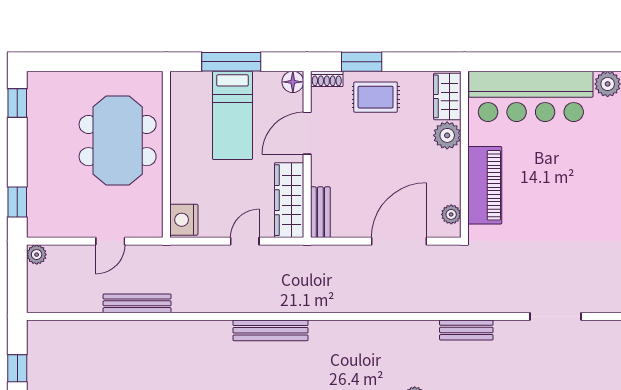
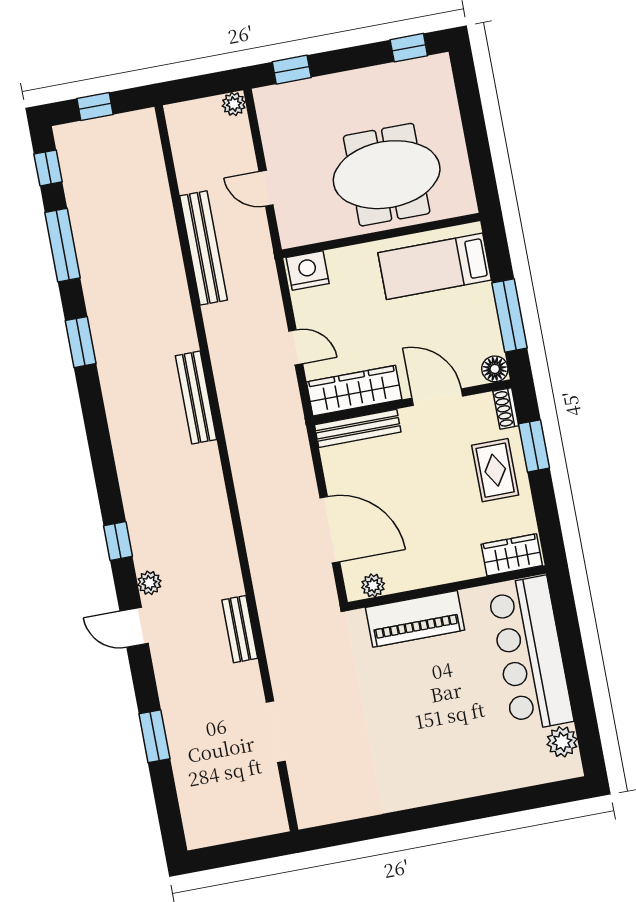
window: (231, 62) -> (510, 316), moved
bed: (233, 115) -> (435, 266), moved
plant: (447, 135) -> (466, 563), removed
bench: (320, 212) -> (358, 428), width x1.36
bench: (137, 303) -> (204, 248), width x1.37, depth x1.21

